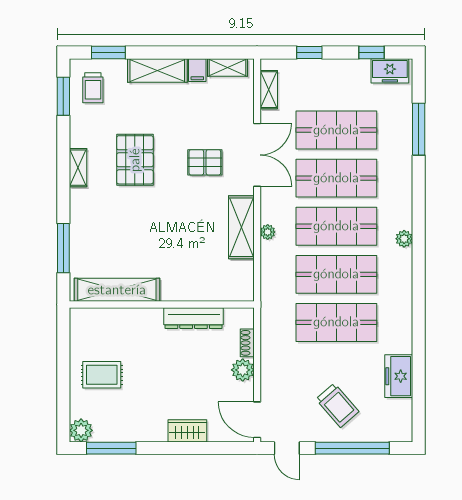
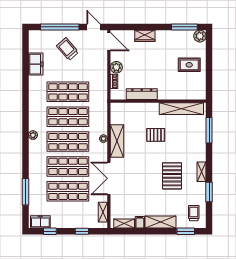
window: (63, 96) -> (209, 192), moved
pallet: (205, 162) -> (156, 135), moved

